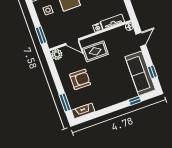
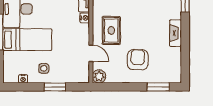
window: (41, 35) -> (55, 87), moved
door: (72, 42) -> (91, 53), hinge flipped
fireplace: (83, 111) -> (176, 33), moved

